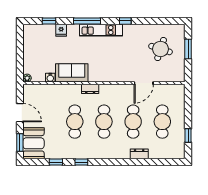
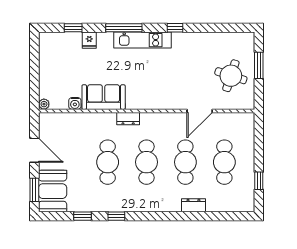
round table: (161, 49) -> (231, 76), moved

